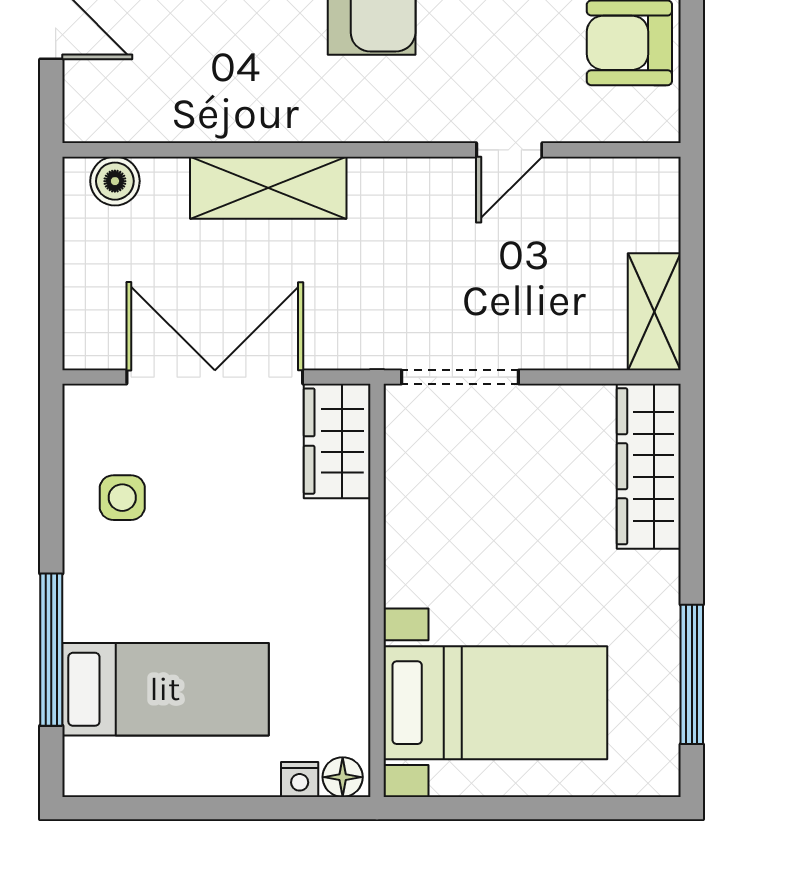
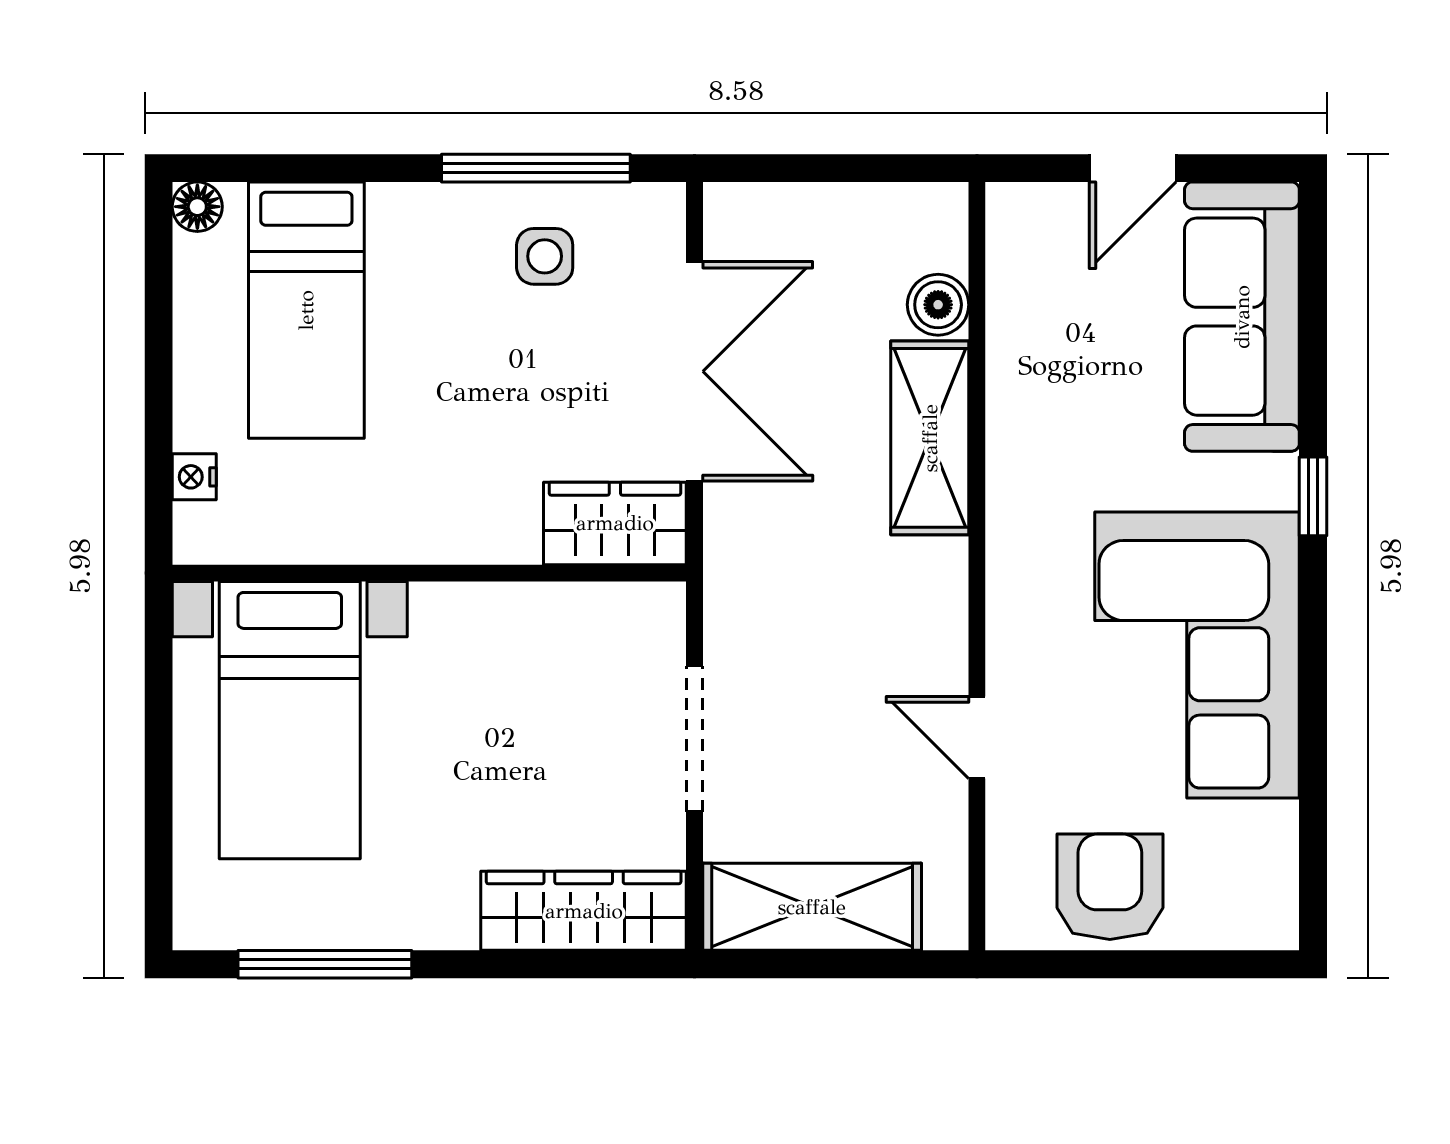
boiler: (115, 181) -> (938, 305), moved
shelving: (654, 312) -> (812, 907), width x1.50, depth x1.33
doorway: (460, 377) -> (694, 739), moved
window: (51, 650) -> (536, 168), moved
floor lamp: (343, 777) -> (197, 207), moved

